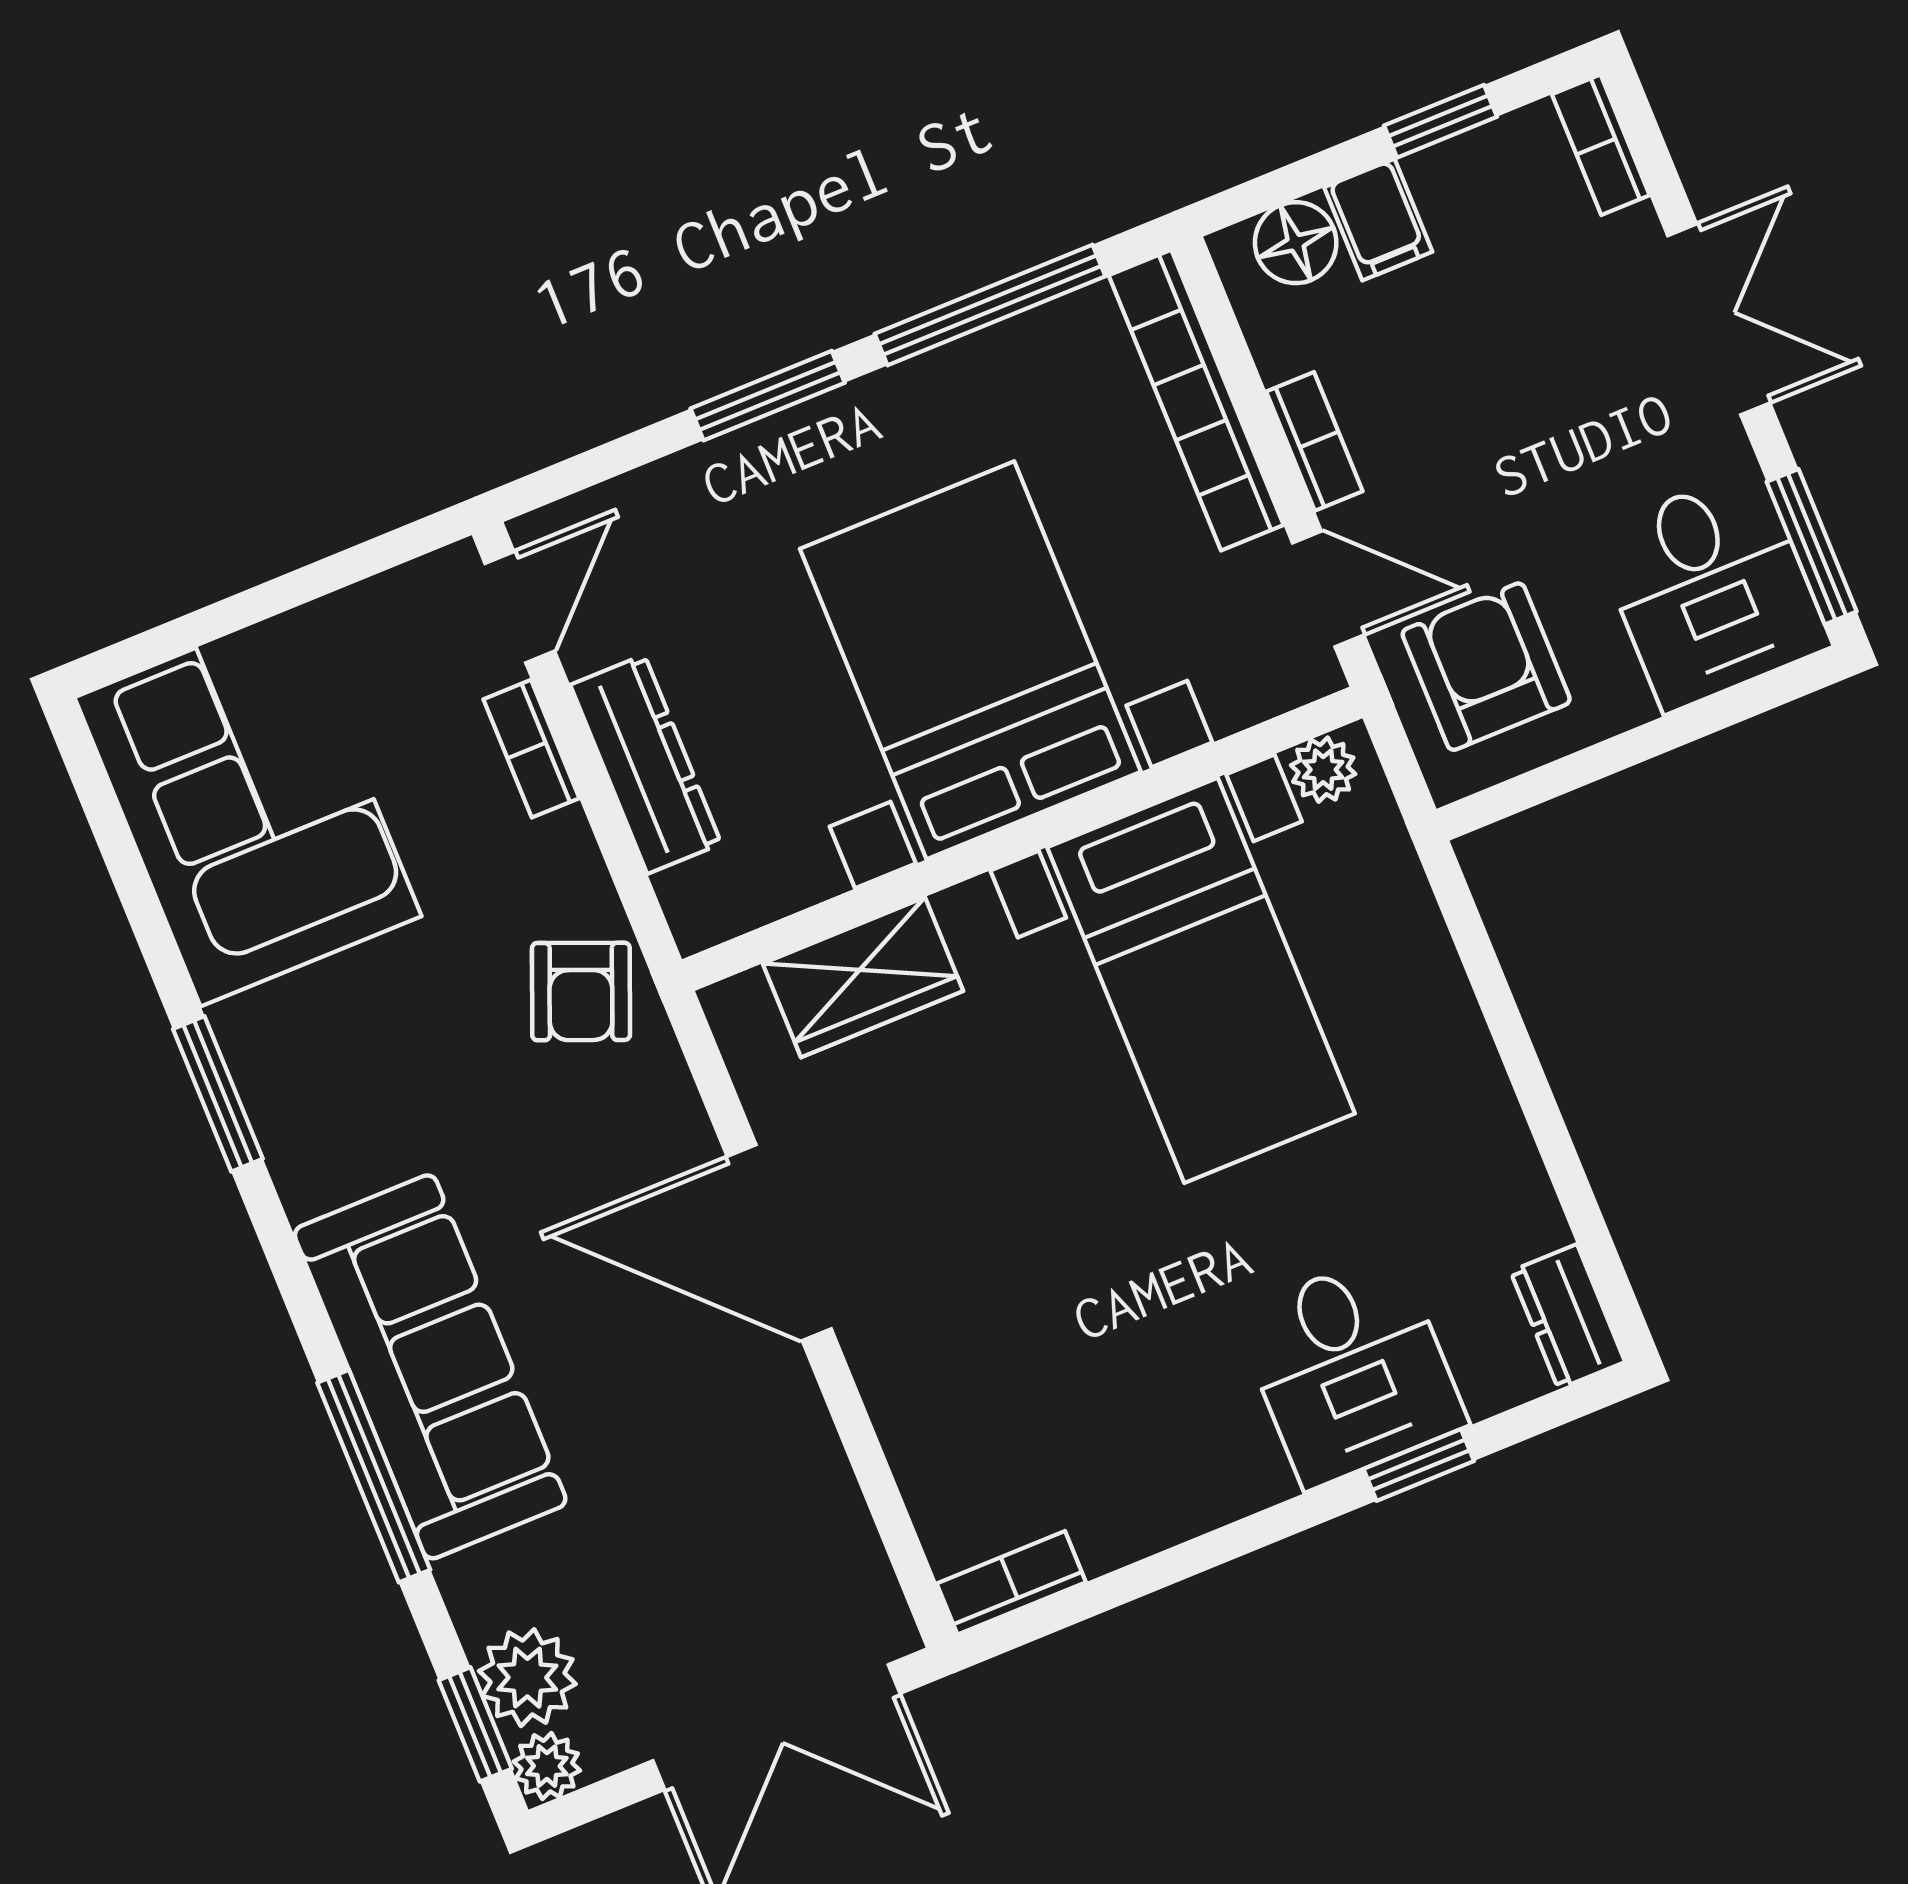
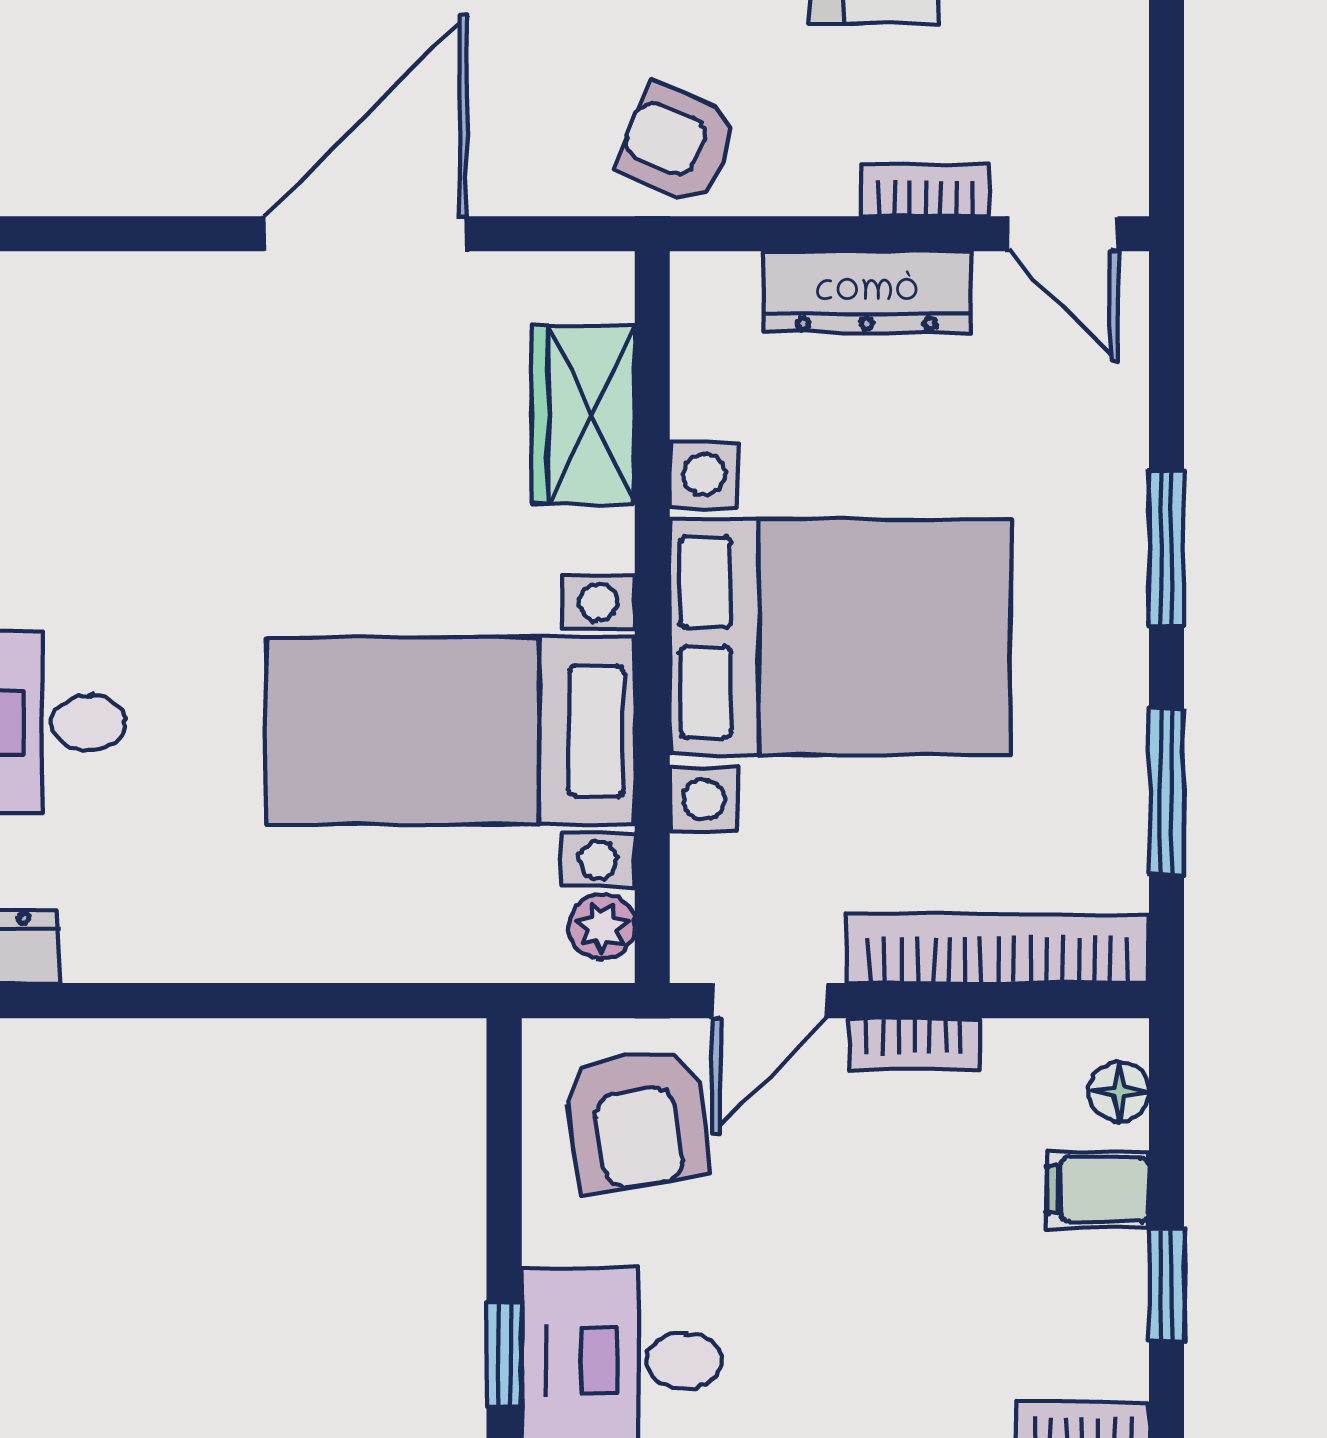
floor lamp: (1296, 243) -> (1119, 1092), width x0.73, depth x0.73
window: (990, 305) -> (1166, 792), width x0.69
armchair: (1486, 667) -> (636, 1119), turned 81
window: (1750, 699) -> (504, 1355), added

